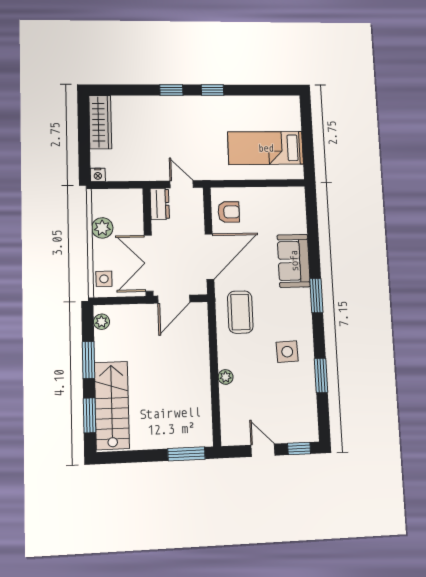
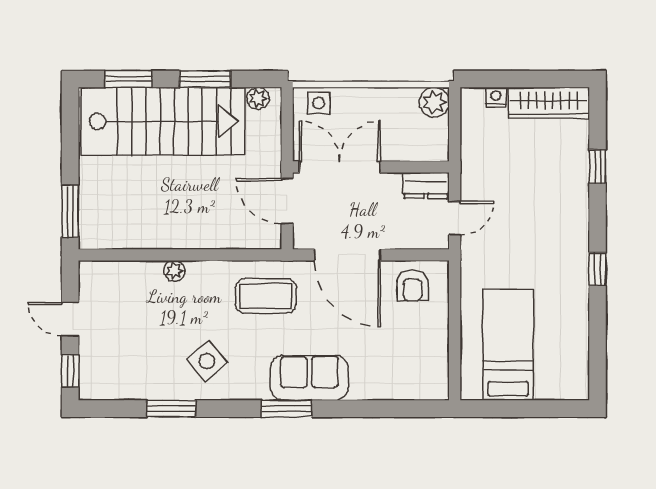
window: (171, 90) -> (598, 167), moved
nightstand: (98, 175) -> (496, 97), moved, turned 90
plant: (102, 228) -> (434, 102), moved
sofa: (294, 261) -> (309, 378), moved
side table: (287, 352) -> (207, 361), turned -38
stairs: (112, 405) -> (163, 121), width x1.36, depth x1.51
door: (263, 450) -> (70, 319), swing flipped

